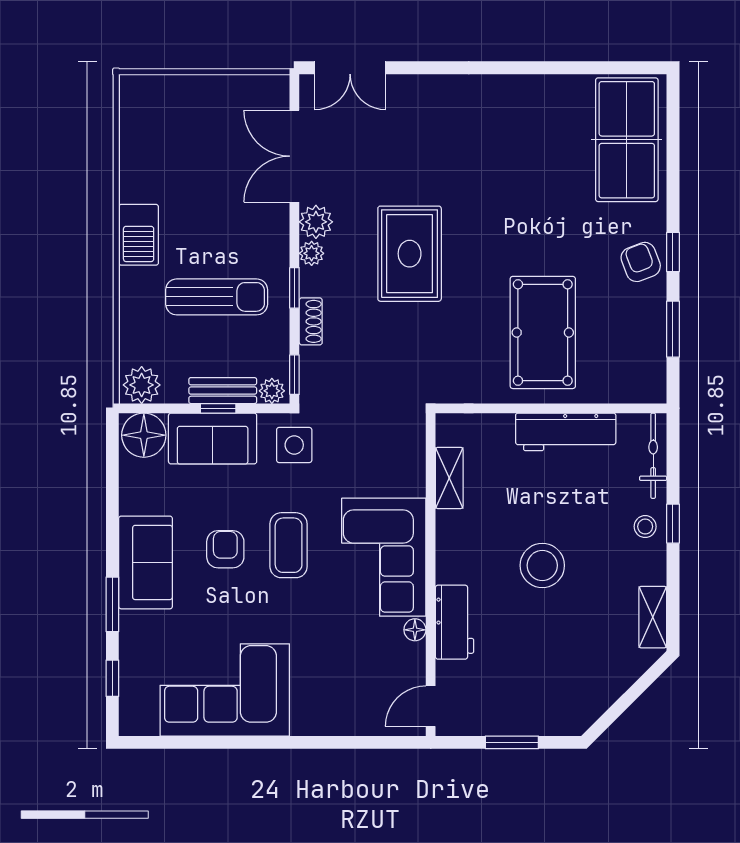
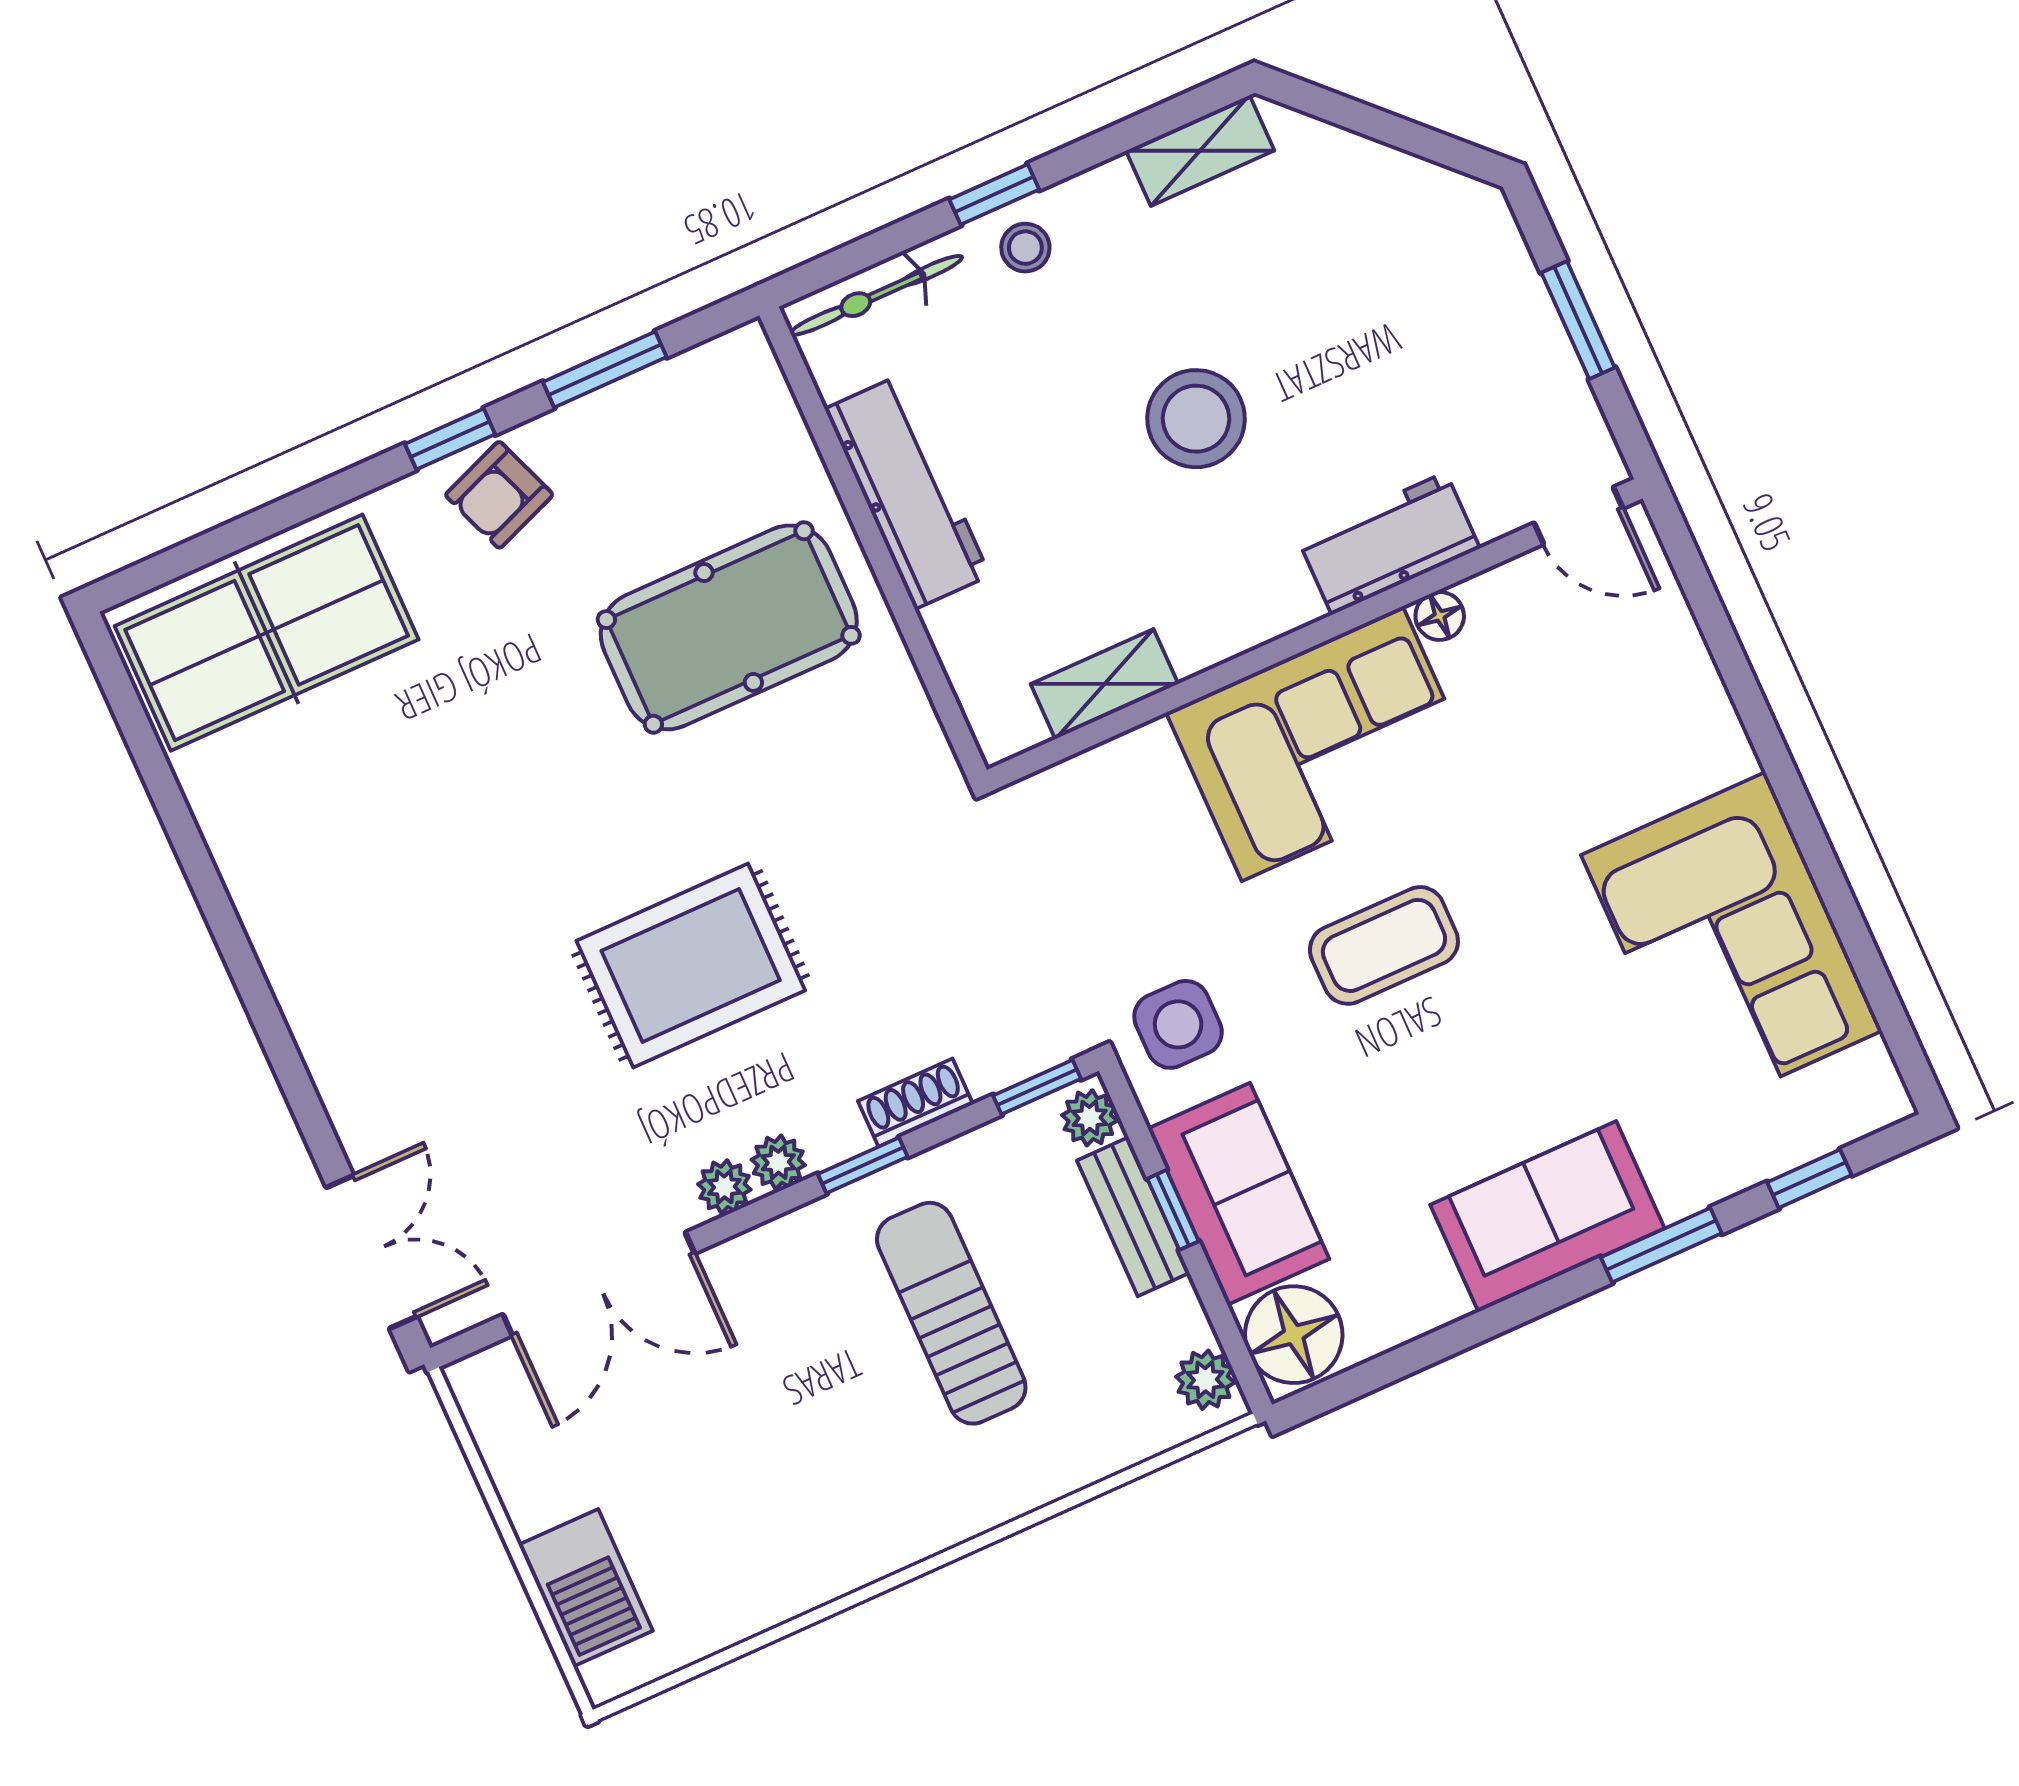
plant: (316, 222) -> (724, 1187), width x0.73, depth x0.73
barbecue: (139, 235) -> (586, 1588), moved, turned 90
plant: (142, 385) -> (1205, 1380), width x0.73, depth x0.73
armchair: (225, 549) -> (1449, 1068), removed

